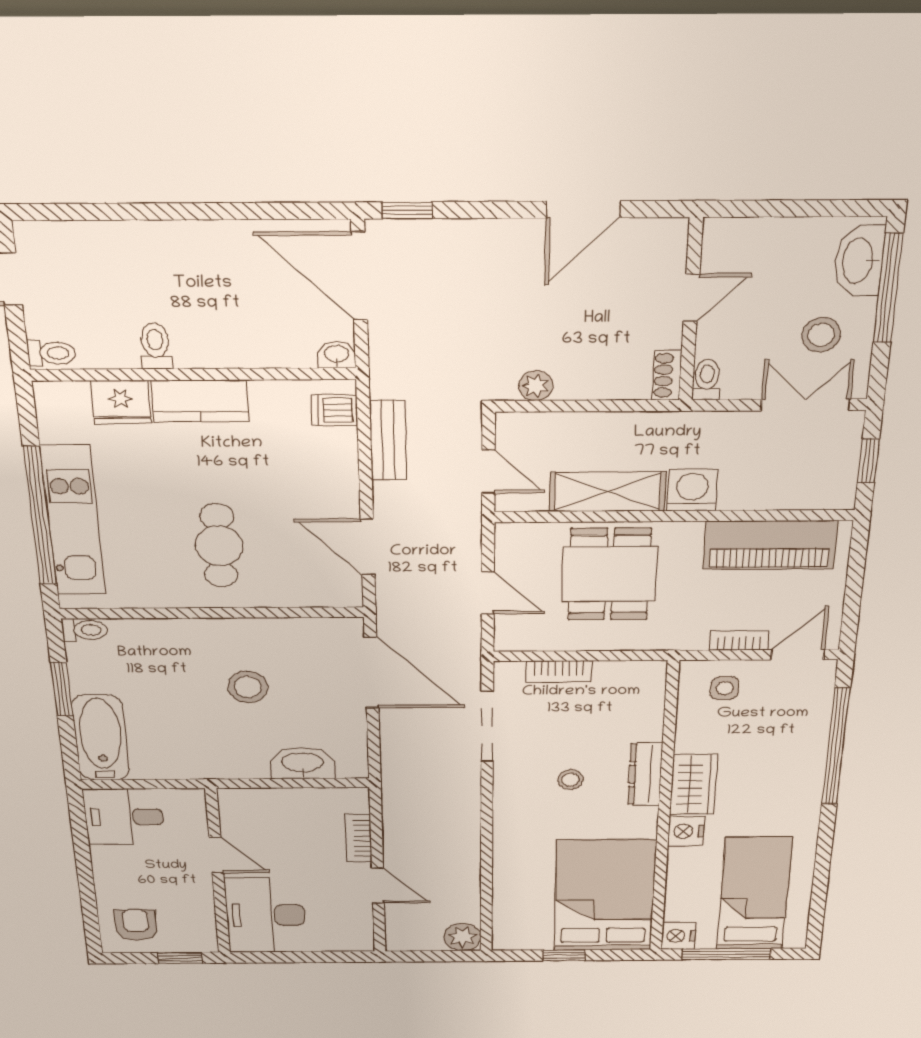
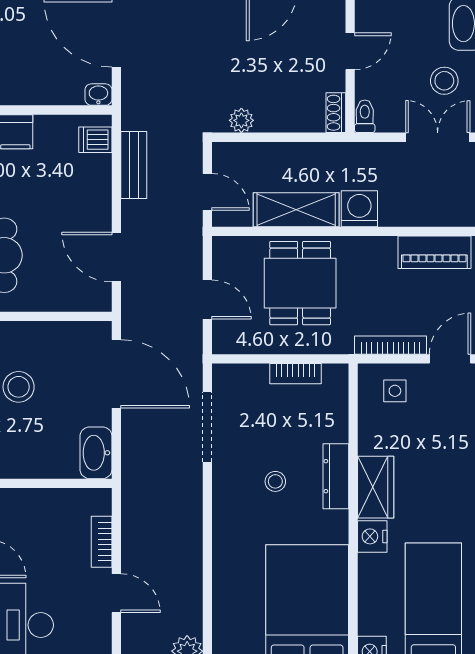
piano: (770, 545) -> (434, 252), width x0.73, depth x0.75
bookcase: (739, 640) -> (390, 345), width x1.56
bookcase: (559, 672) -> (295, 374), moved
washbasin: (302, 763) -> (96, 453), moved, turned -90

